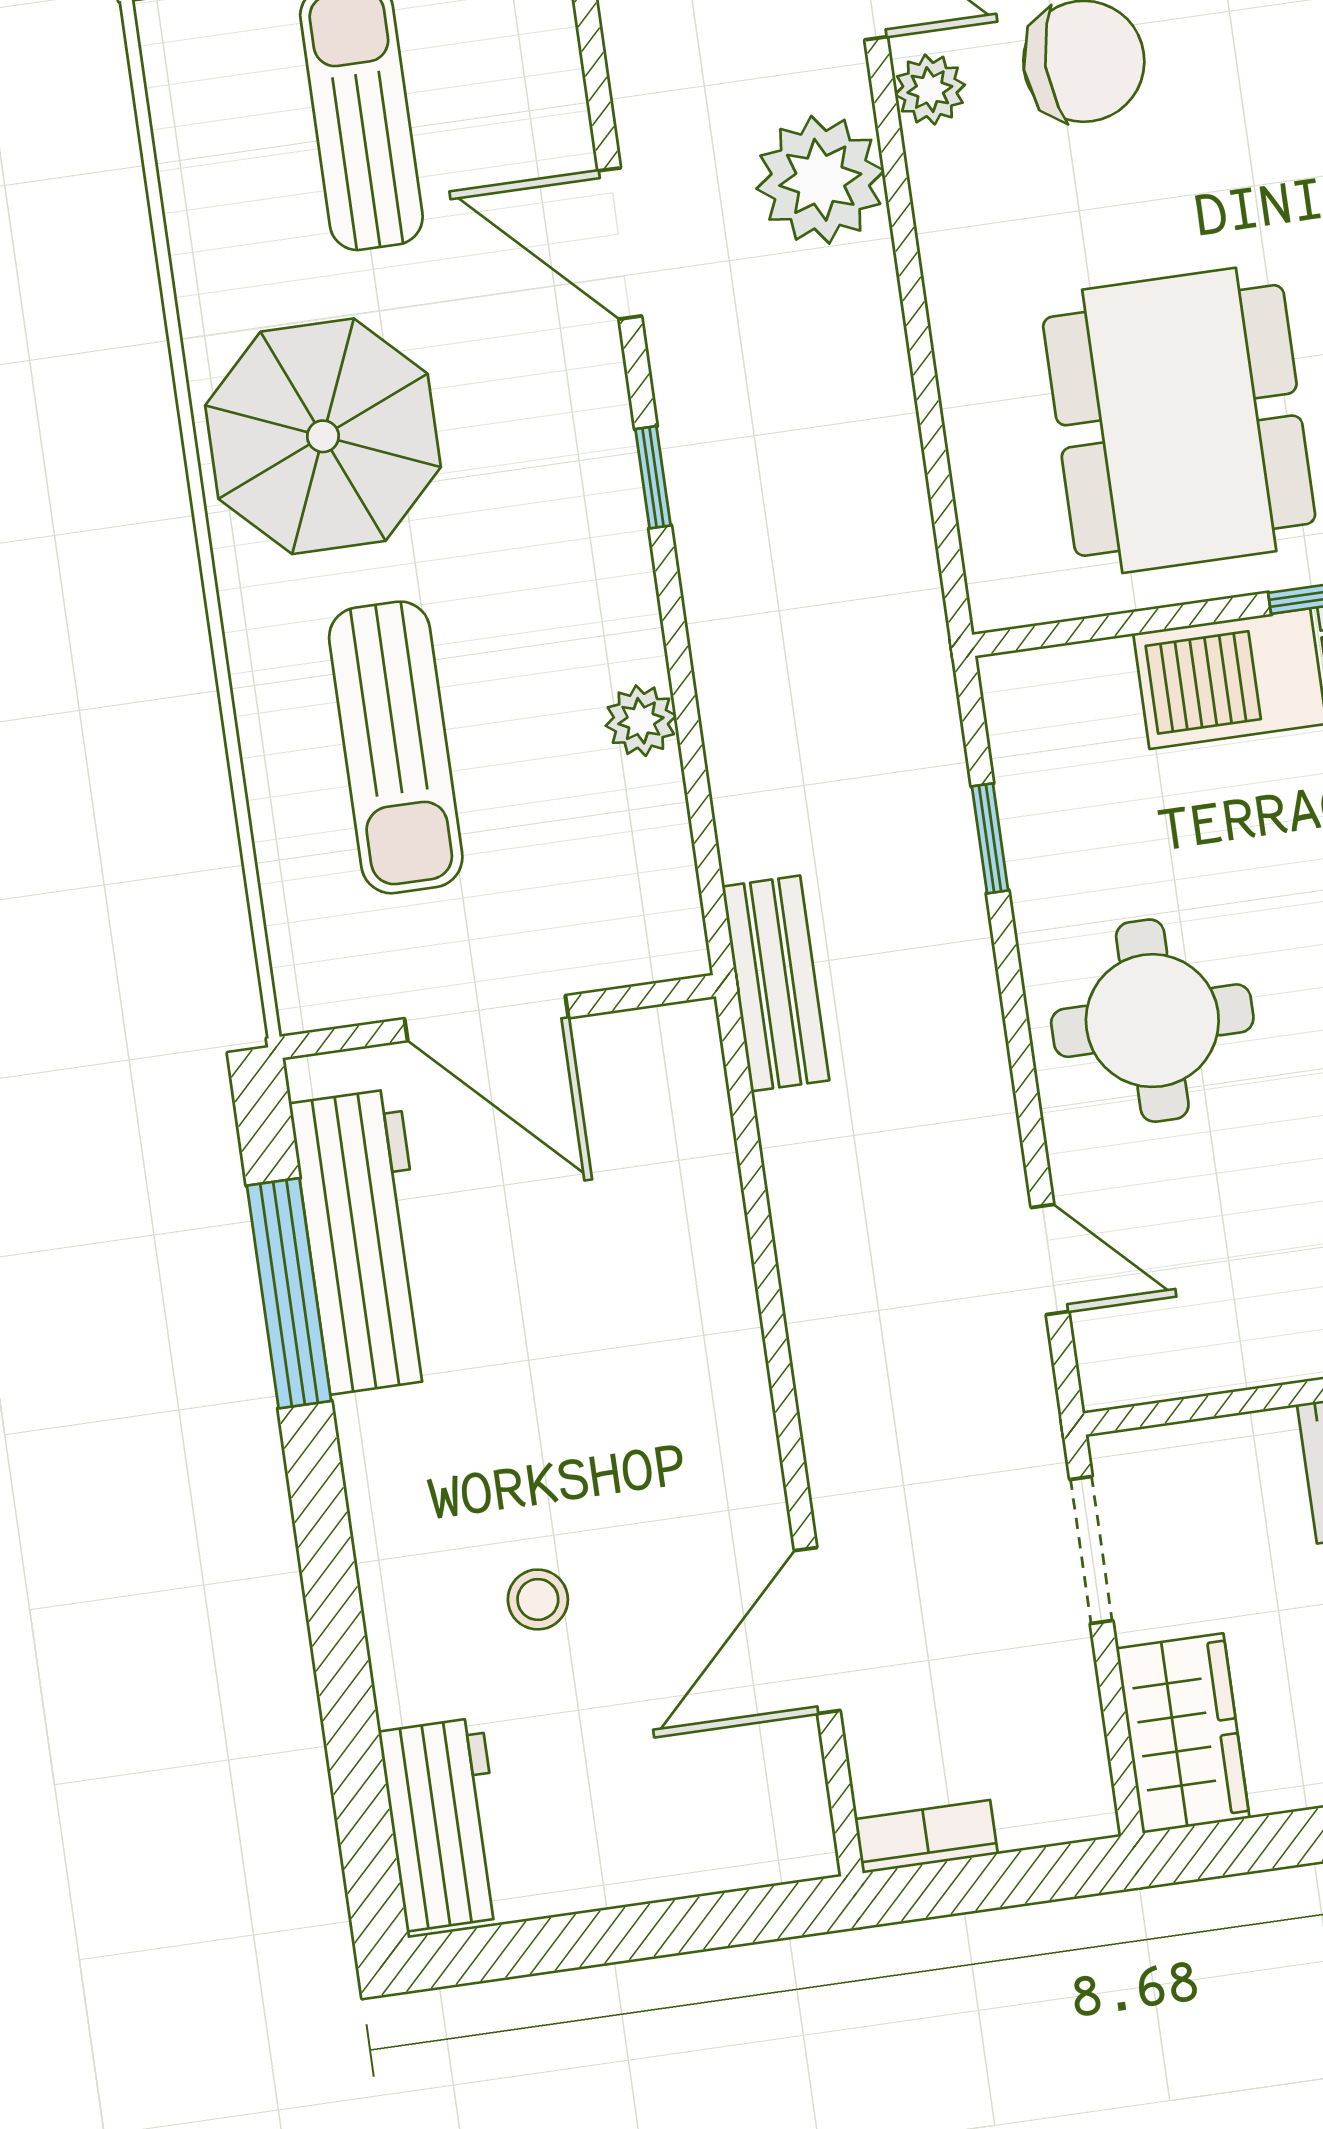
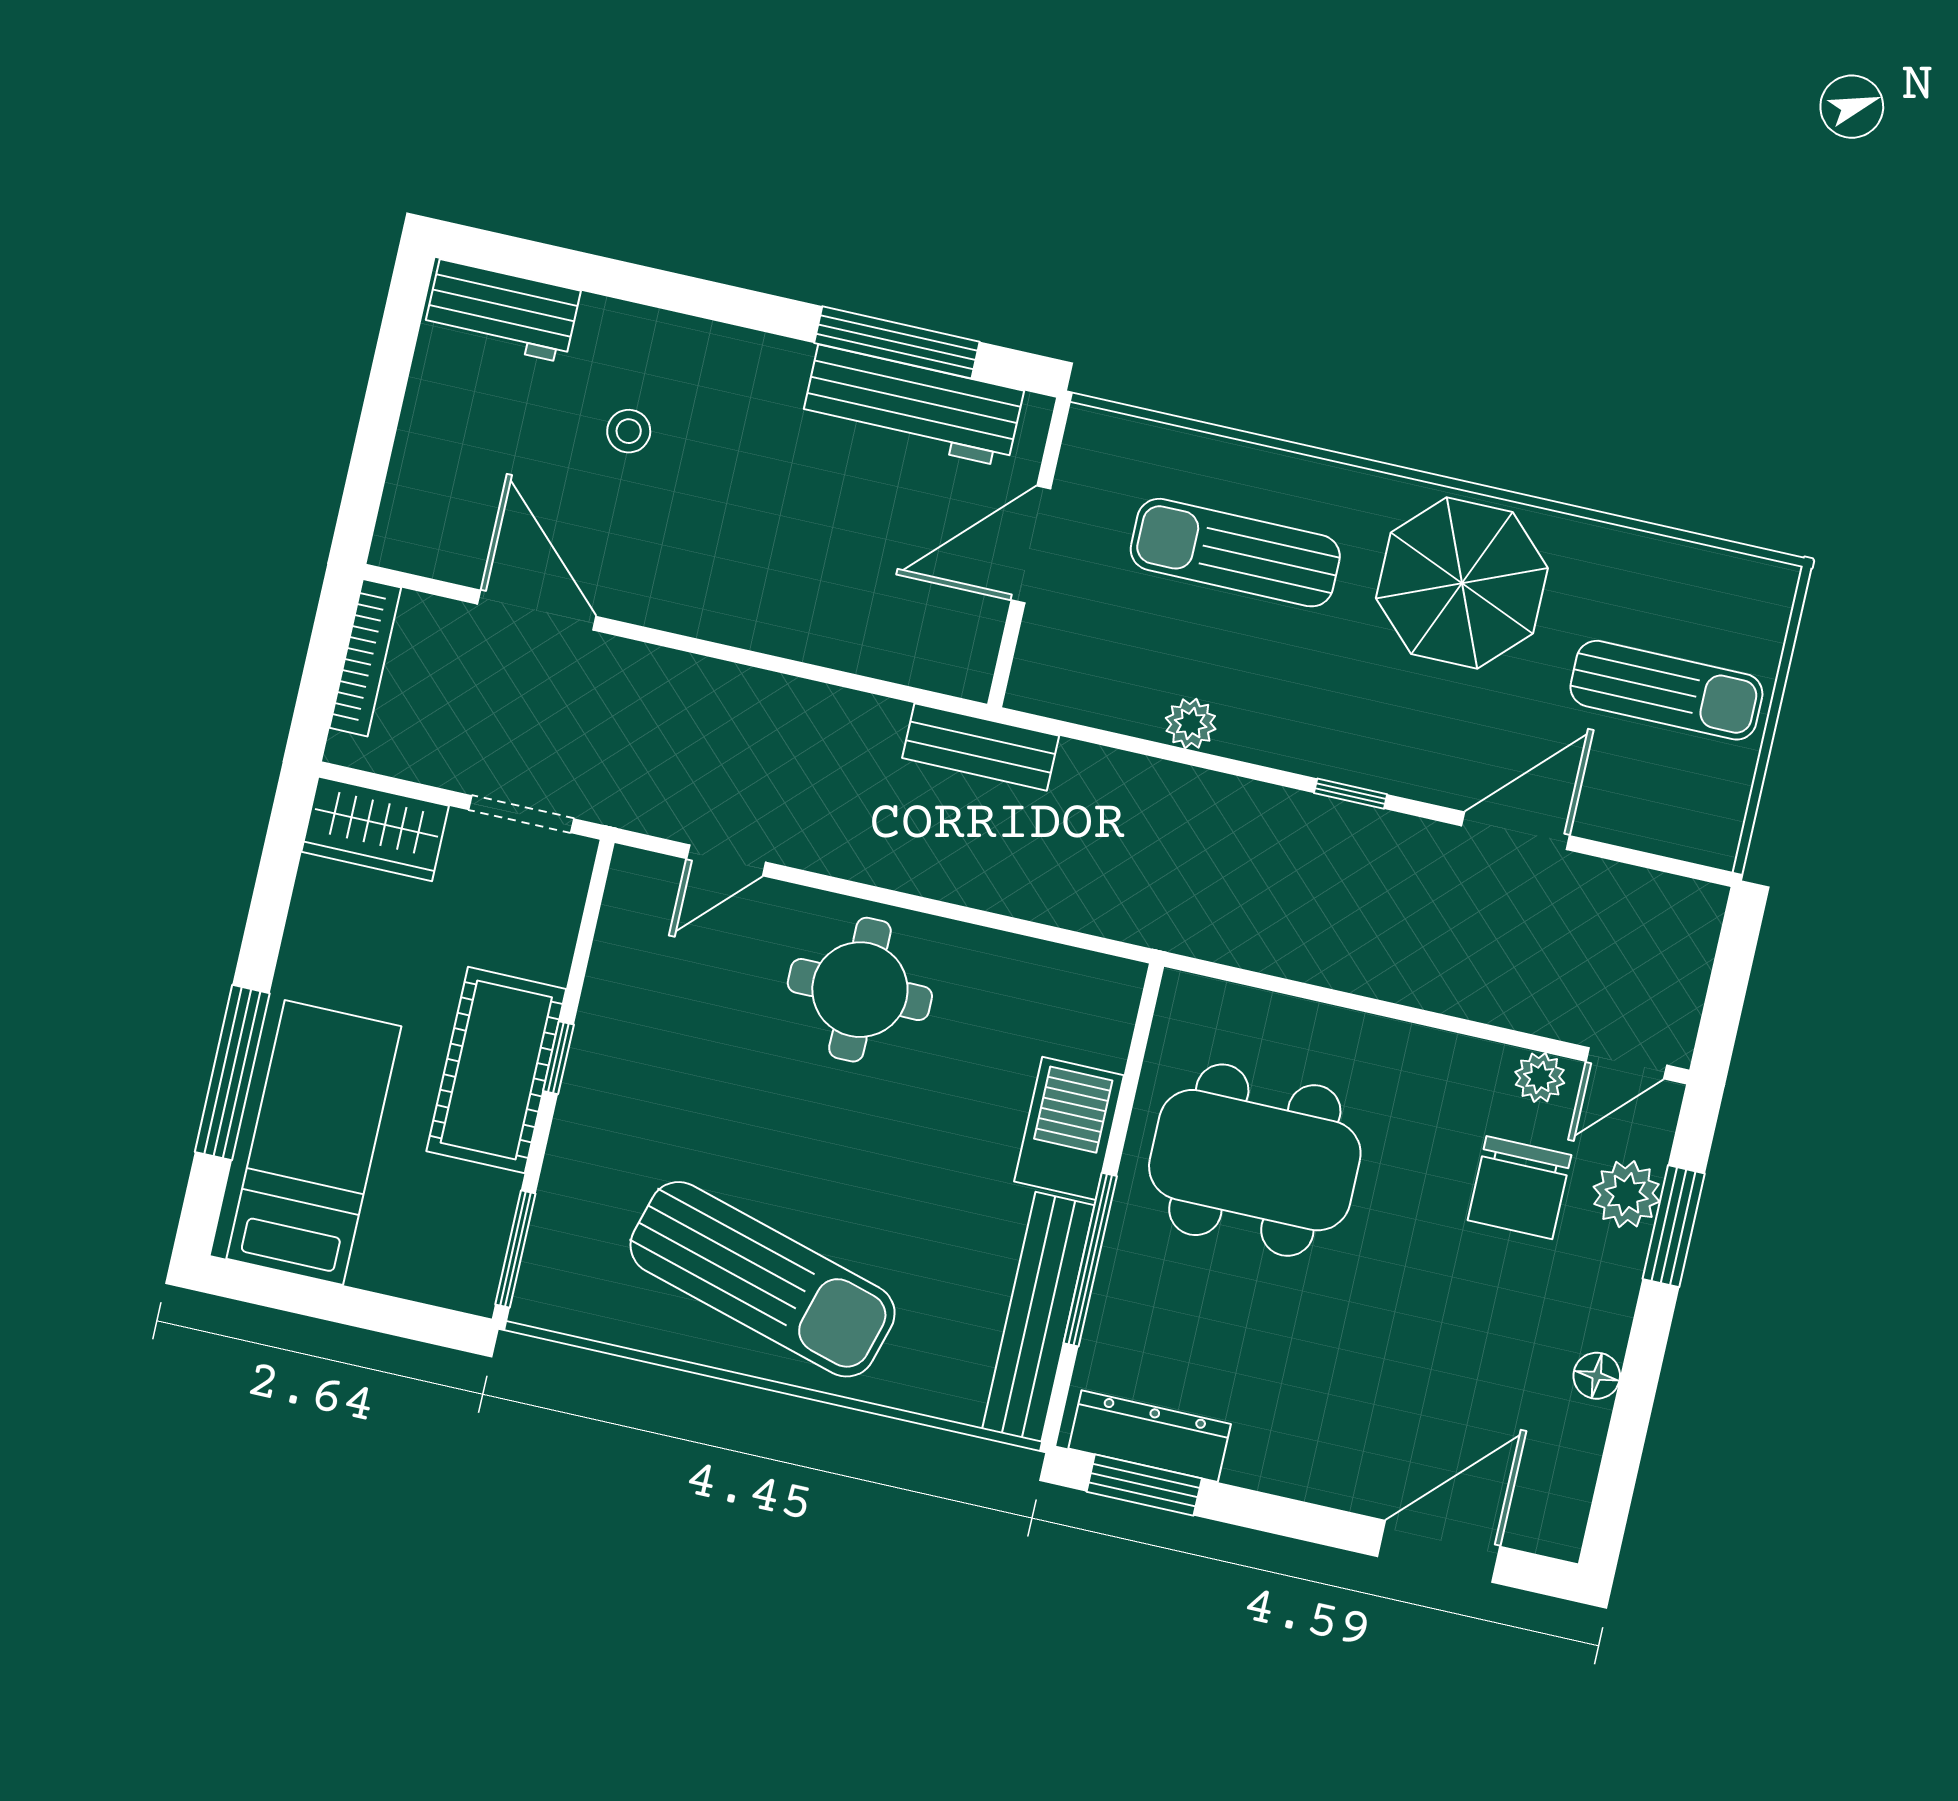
plant: (820, 180) -> (1507, 981), removed
window: (990, 838) -> (1023, 927), removed
bookcase: (926, 1837) -> (365, 658), width x1.56

